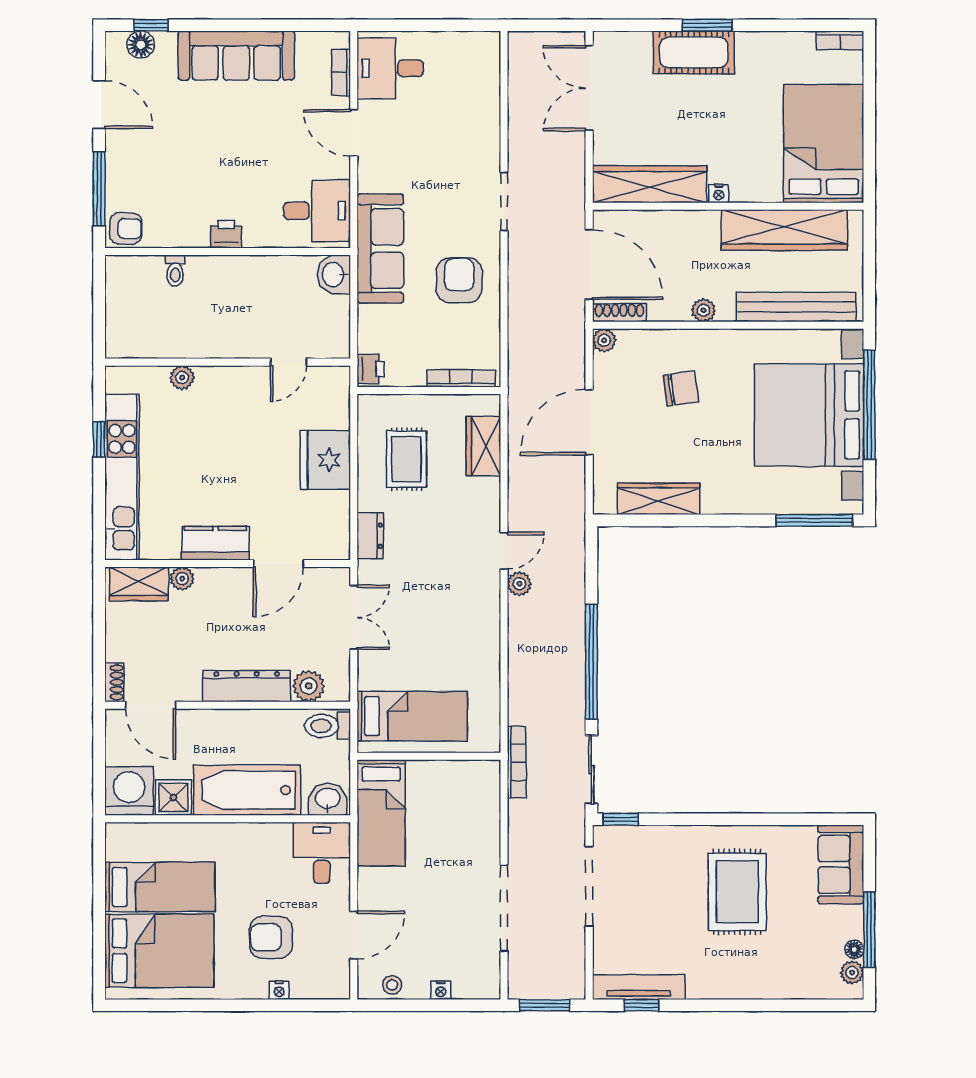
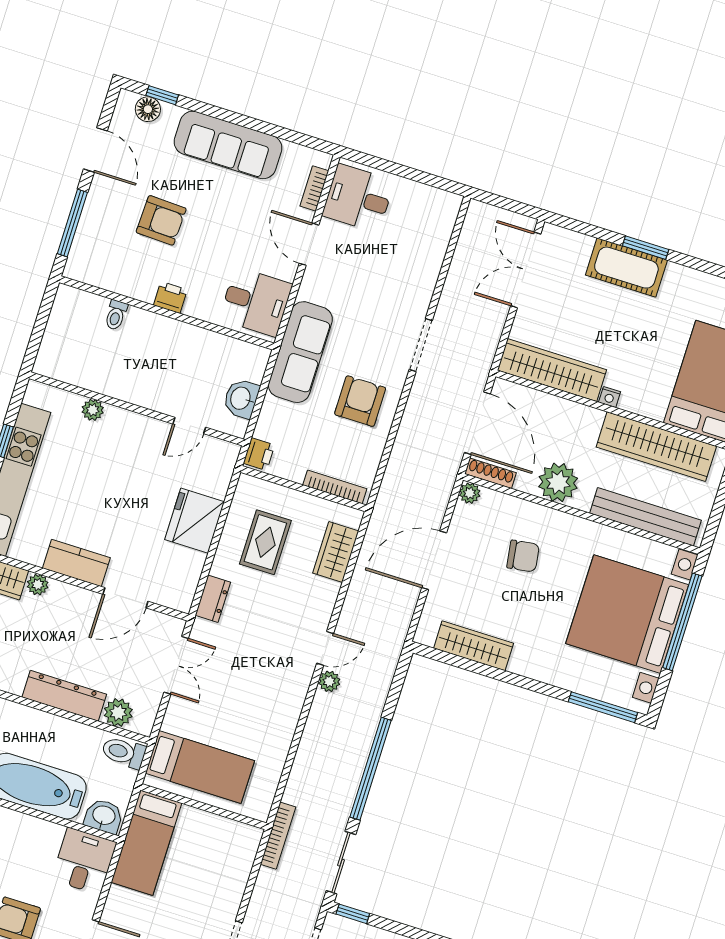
armchair: (126, 228) -> (161, 220), moved, width x1.38, depth x1.38
washbasin: (334, 275) -> (241, 398), moved
plant: (703, 310) -> (558, 482), width x1.88, depth x1.88

